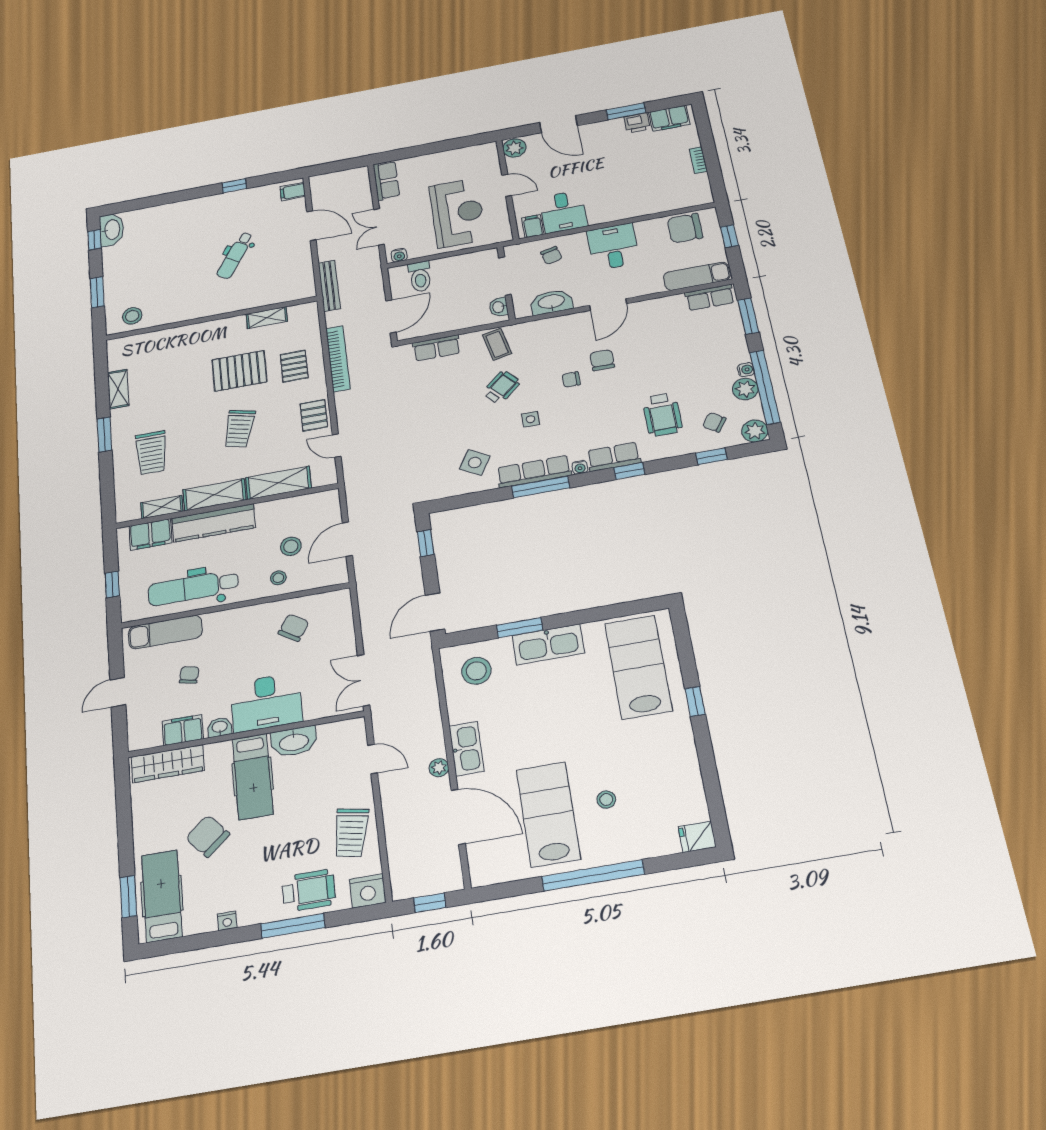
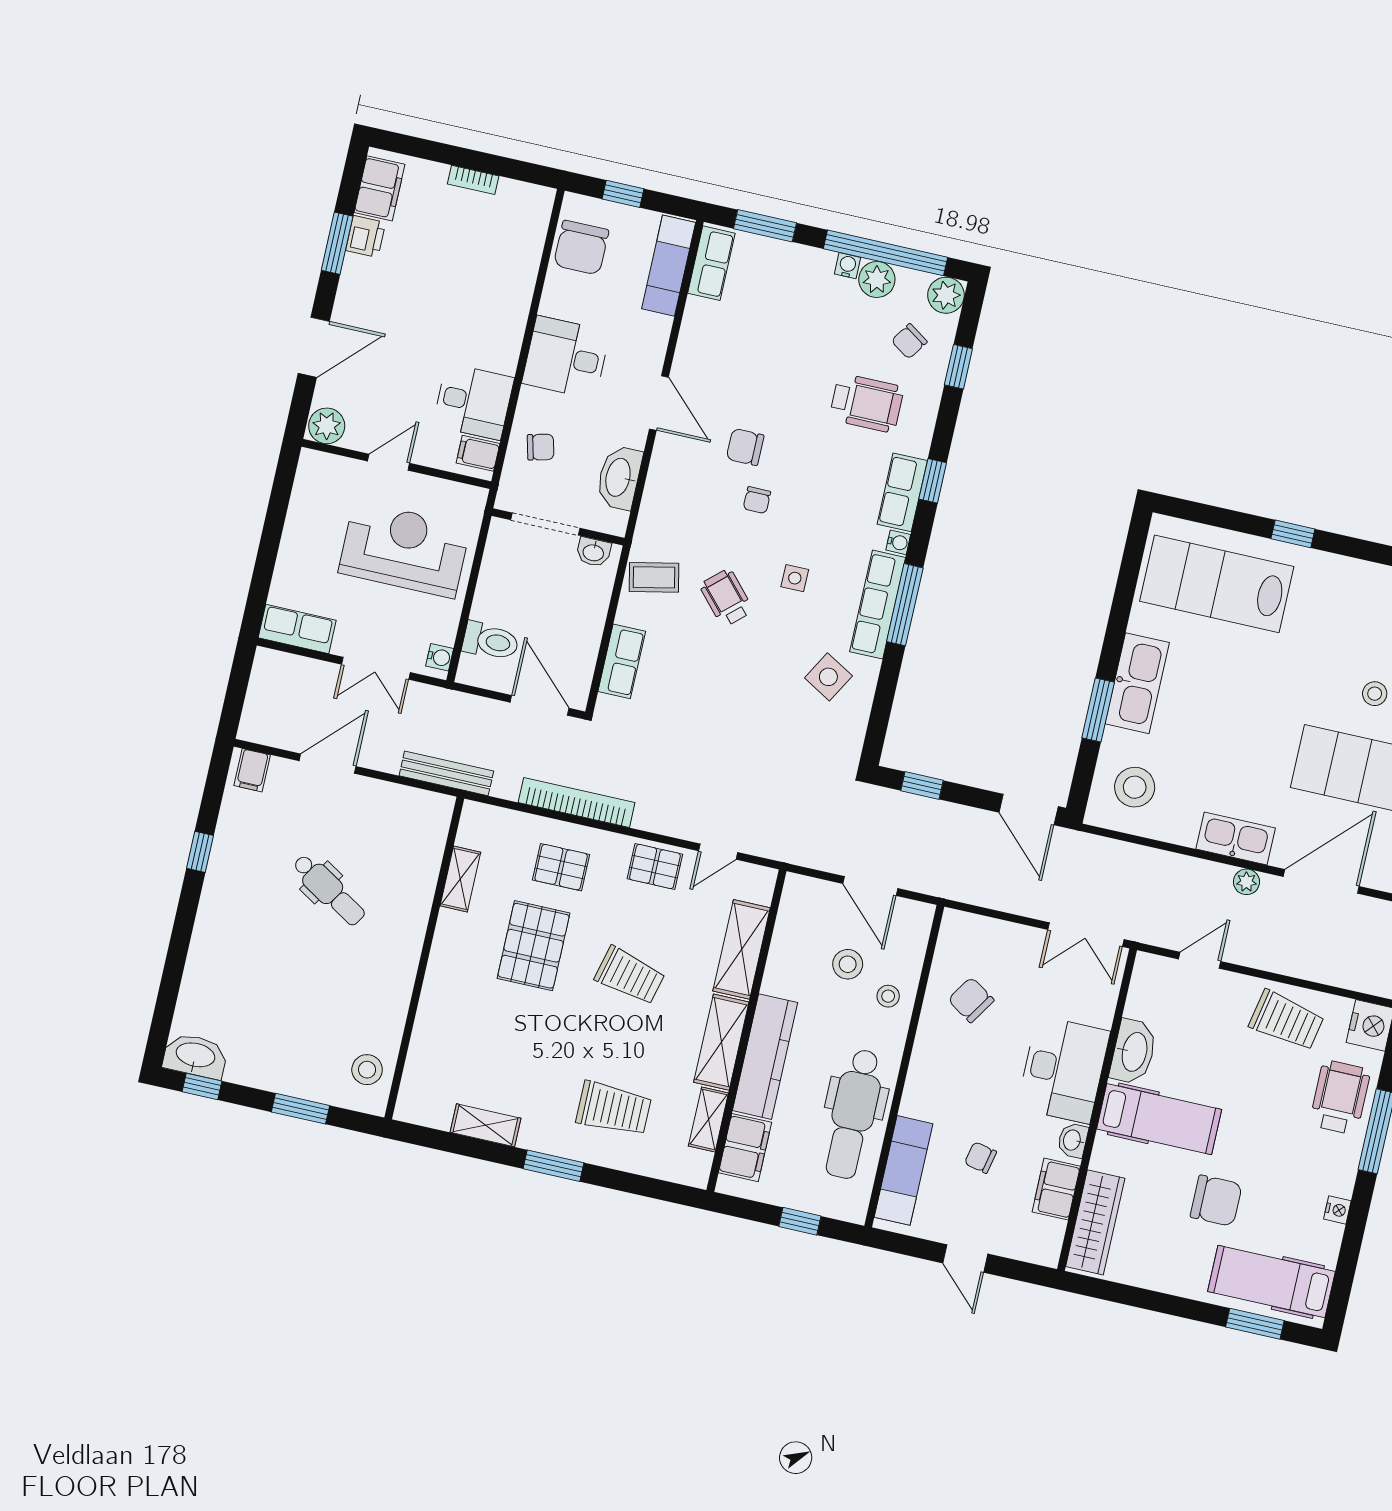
chair: (208, 836) -> (1216, 1201), turned -139

